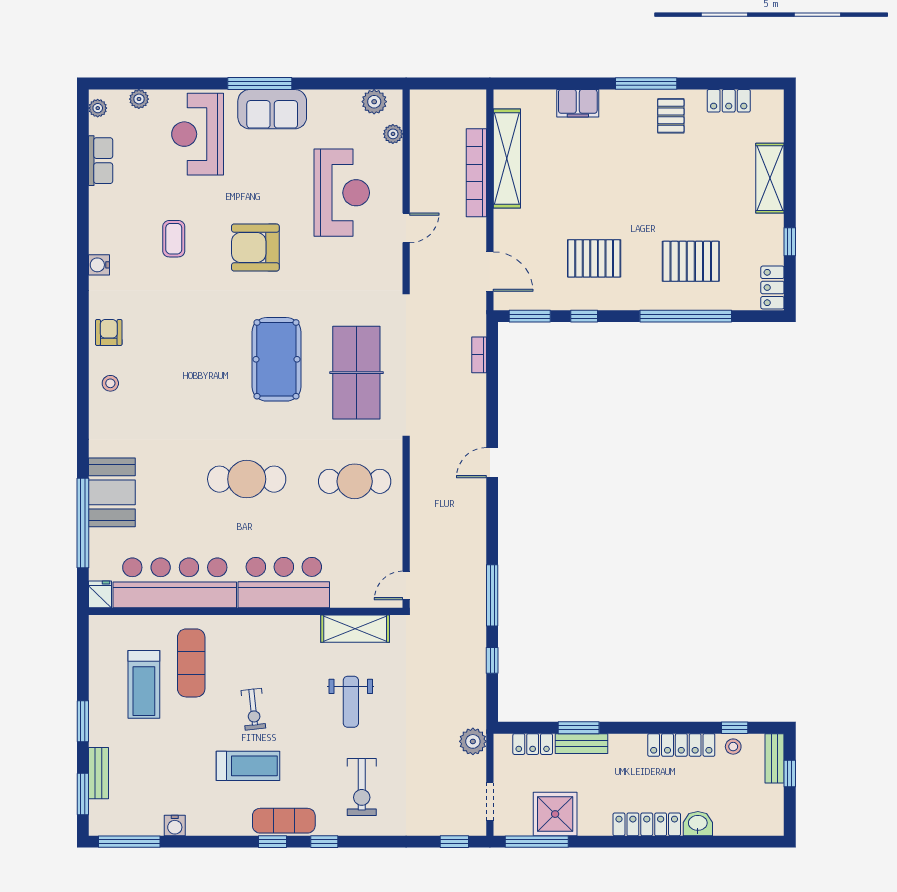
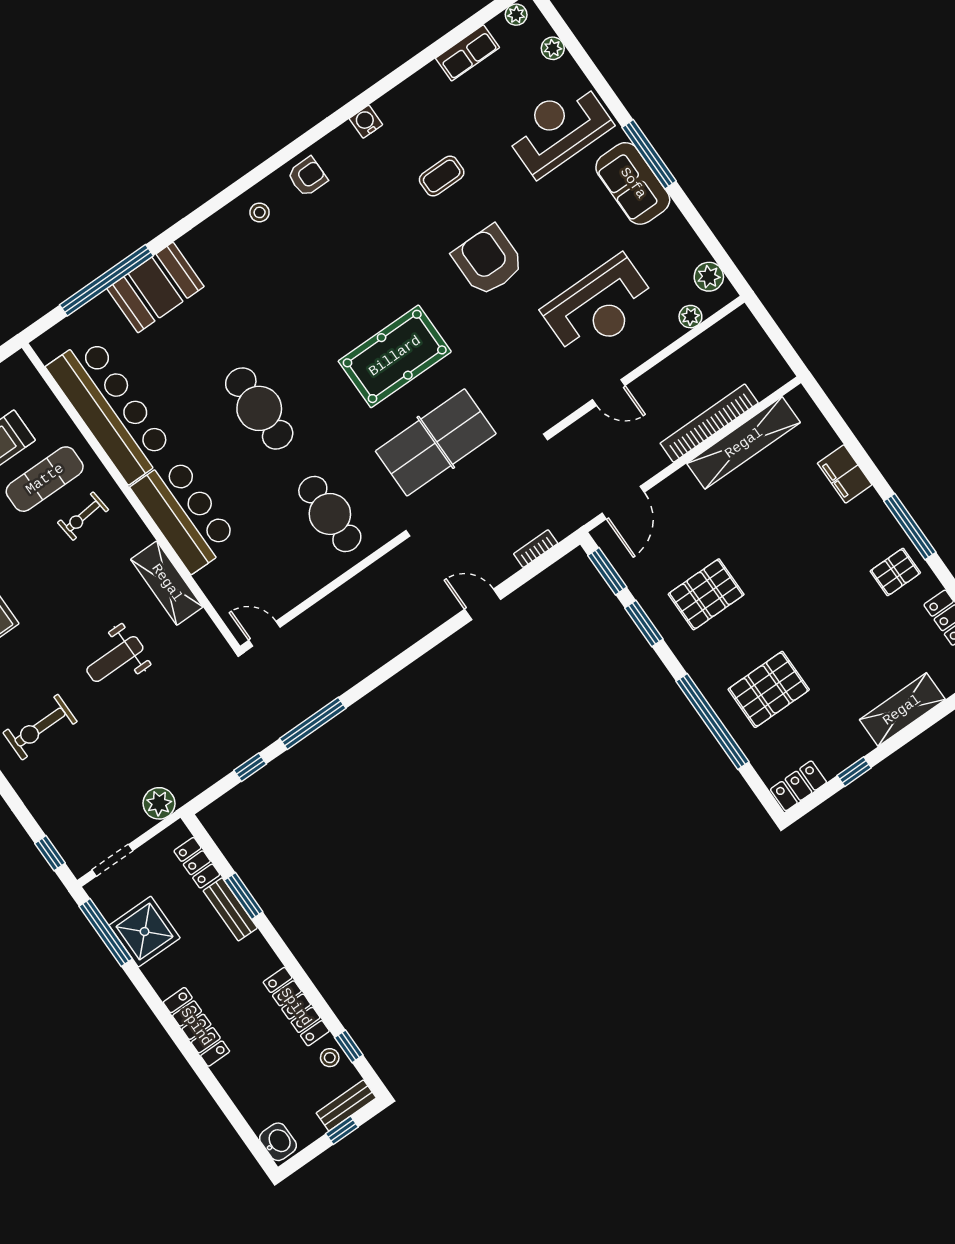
pallet: (594, 258) -> (706, 594), turned 90
pallet: (691, 261) -> (769, 689), turned 90
window: (584, 316) -> (644, 624), width x1.50
door: (492, 463) -> (483, 604), moved
fridge: (100, 594) -> (49, 345), removed
shelving: (355, 629) -> (167, 583), moved
exercise bike: (253, 709) -> (83, 516), moved
washbasin: (698, 824) -> (278, 1142), moved

